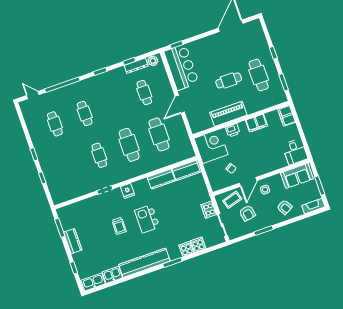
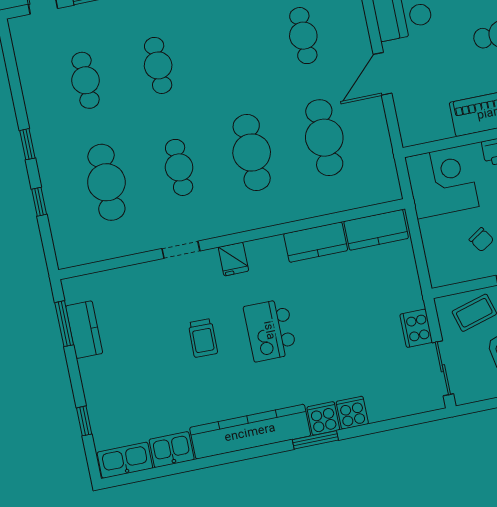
cafe table: (70, 166) -> (106, 182), added
kitchen counter: (73, 241) -> (84, 330), moved
cooker: (198, 245) -> (323, 418), moved

